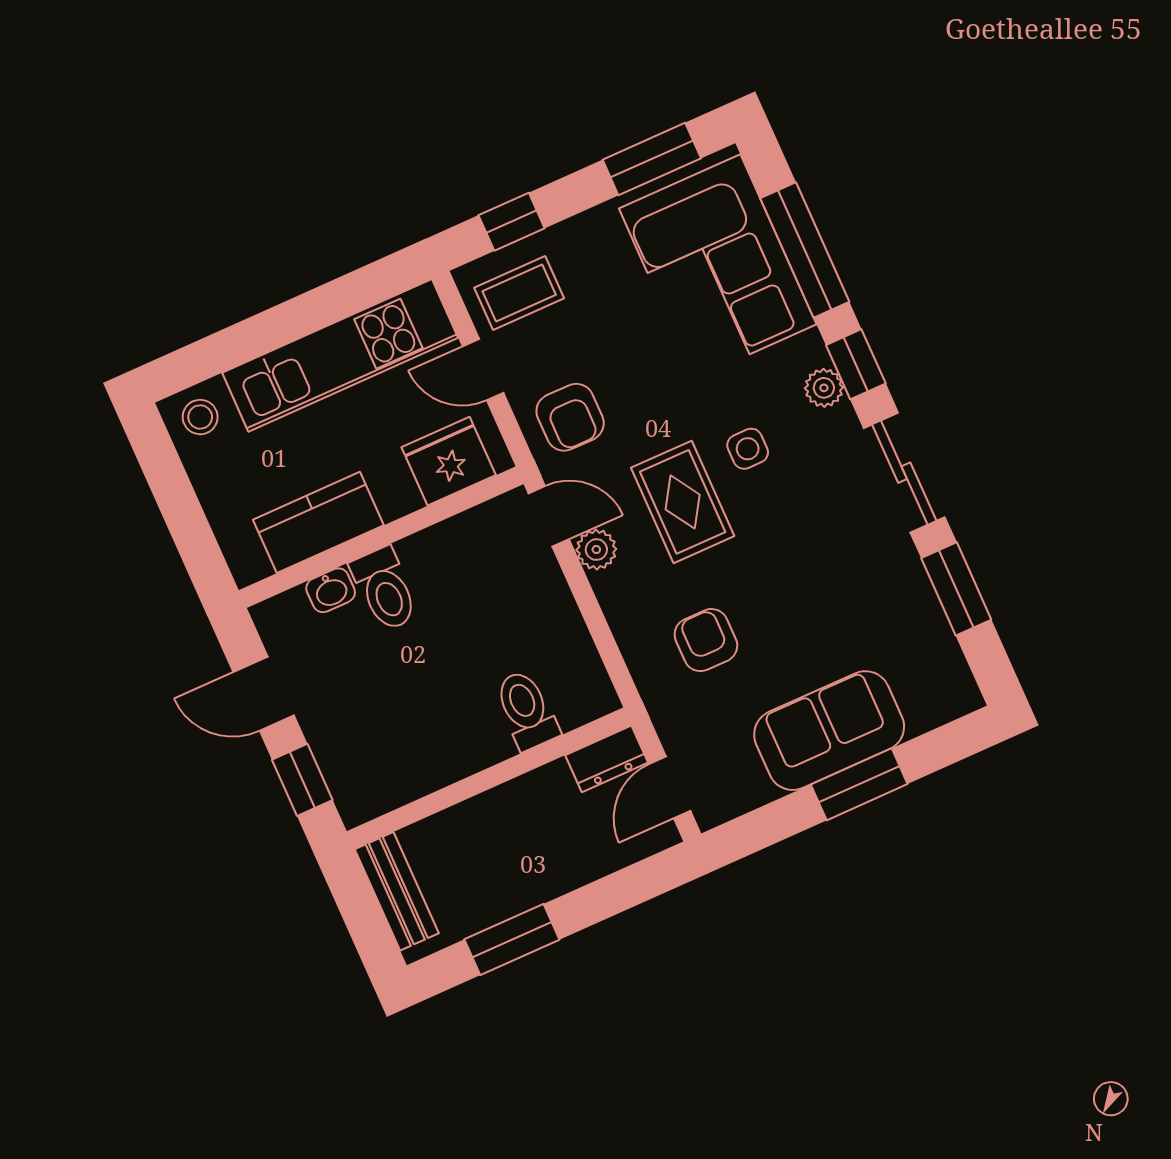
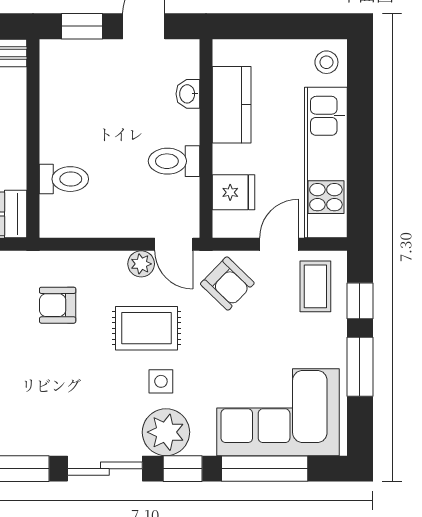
window: (652, 159) -> (360, 367), moved
plant: (824, 388) -> (166, 432), width x1.87, depth x1.87
armchair: (570, 417) -> (227, 284), turned -136
fridge: (449, 461) -> (234, 192), width x0.72
door: (549, 516) -> (174, 244), hinge flipped
toilet: (385, 589) -> (174, 161), moved
armchair: (706, 640) -> (58, 305), turned 180

